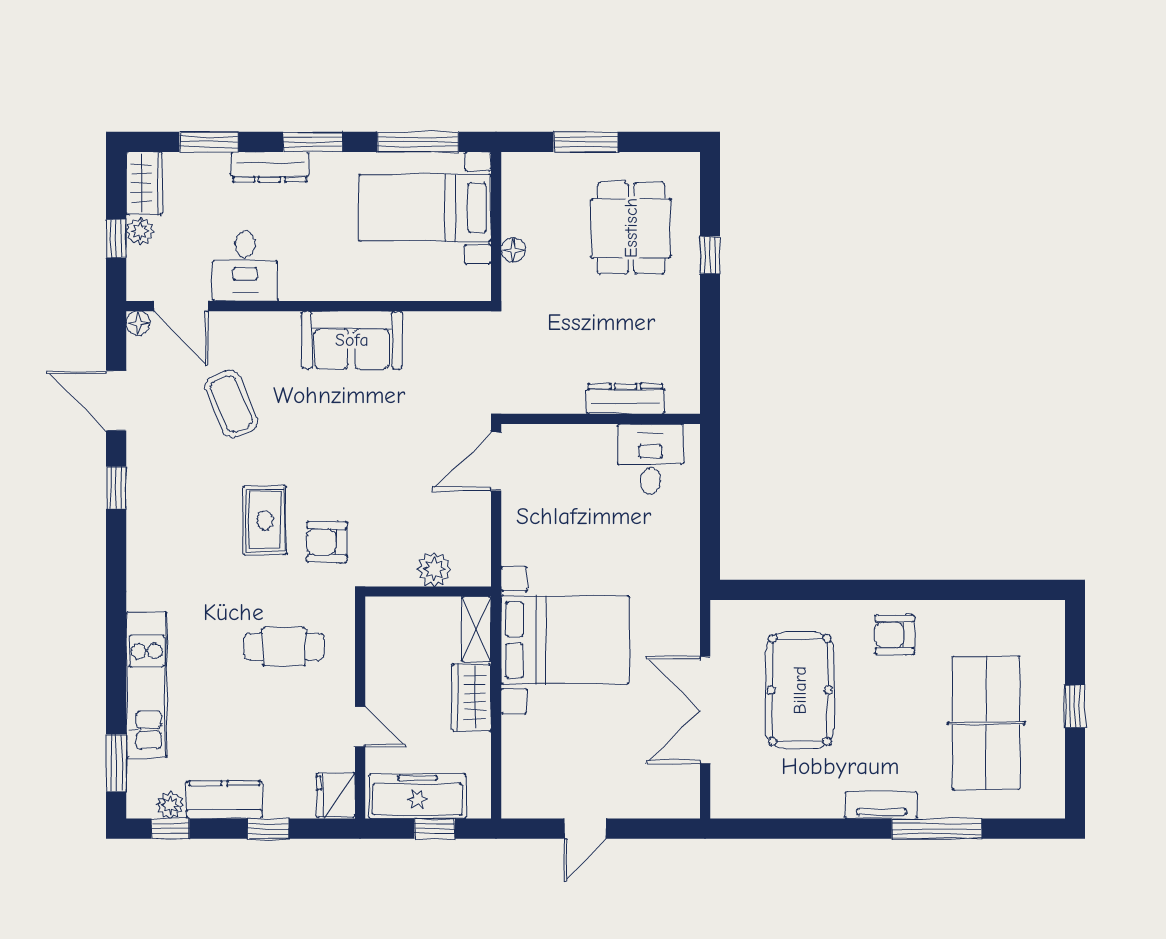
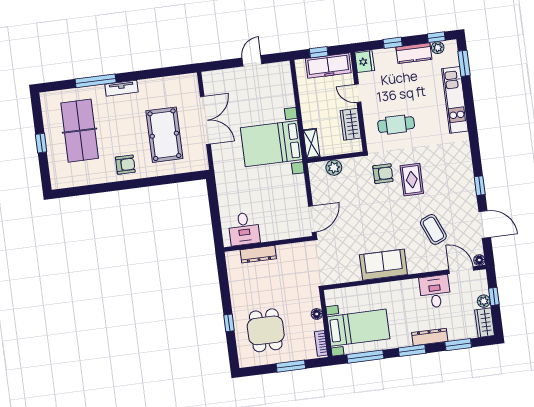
bookcase: (512, 184) -> (321, 343), added
wardrobe: (472, 698) -> (351, 124), moved, turned 180

